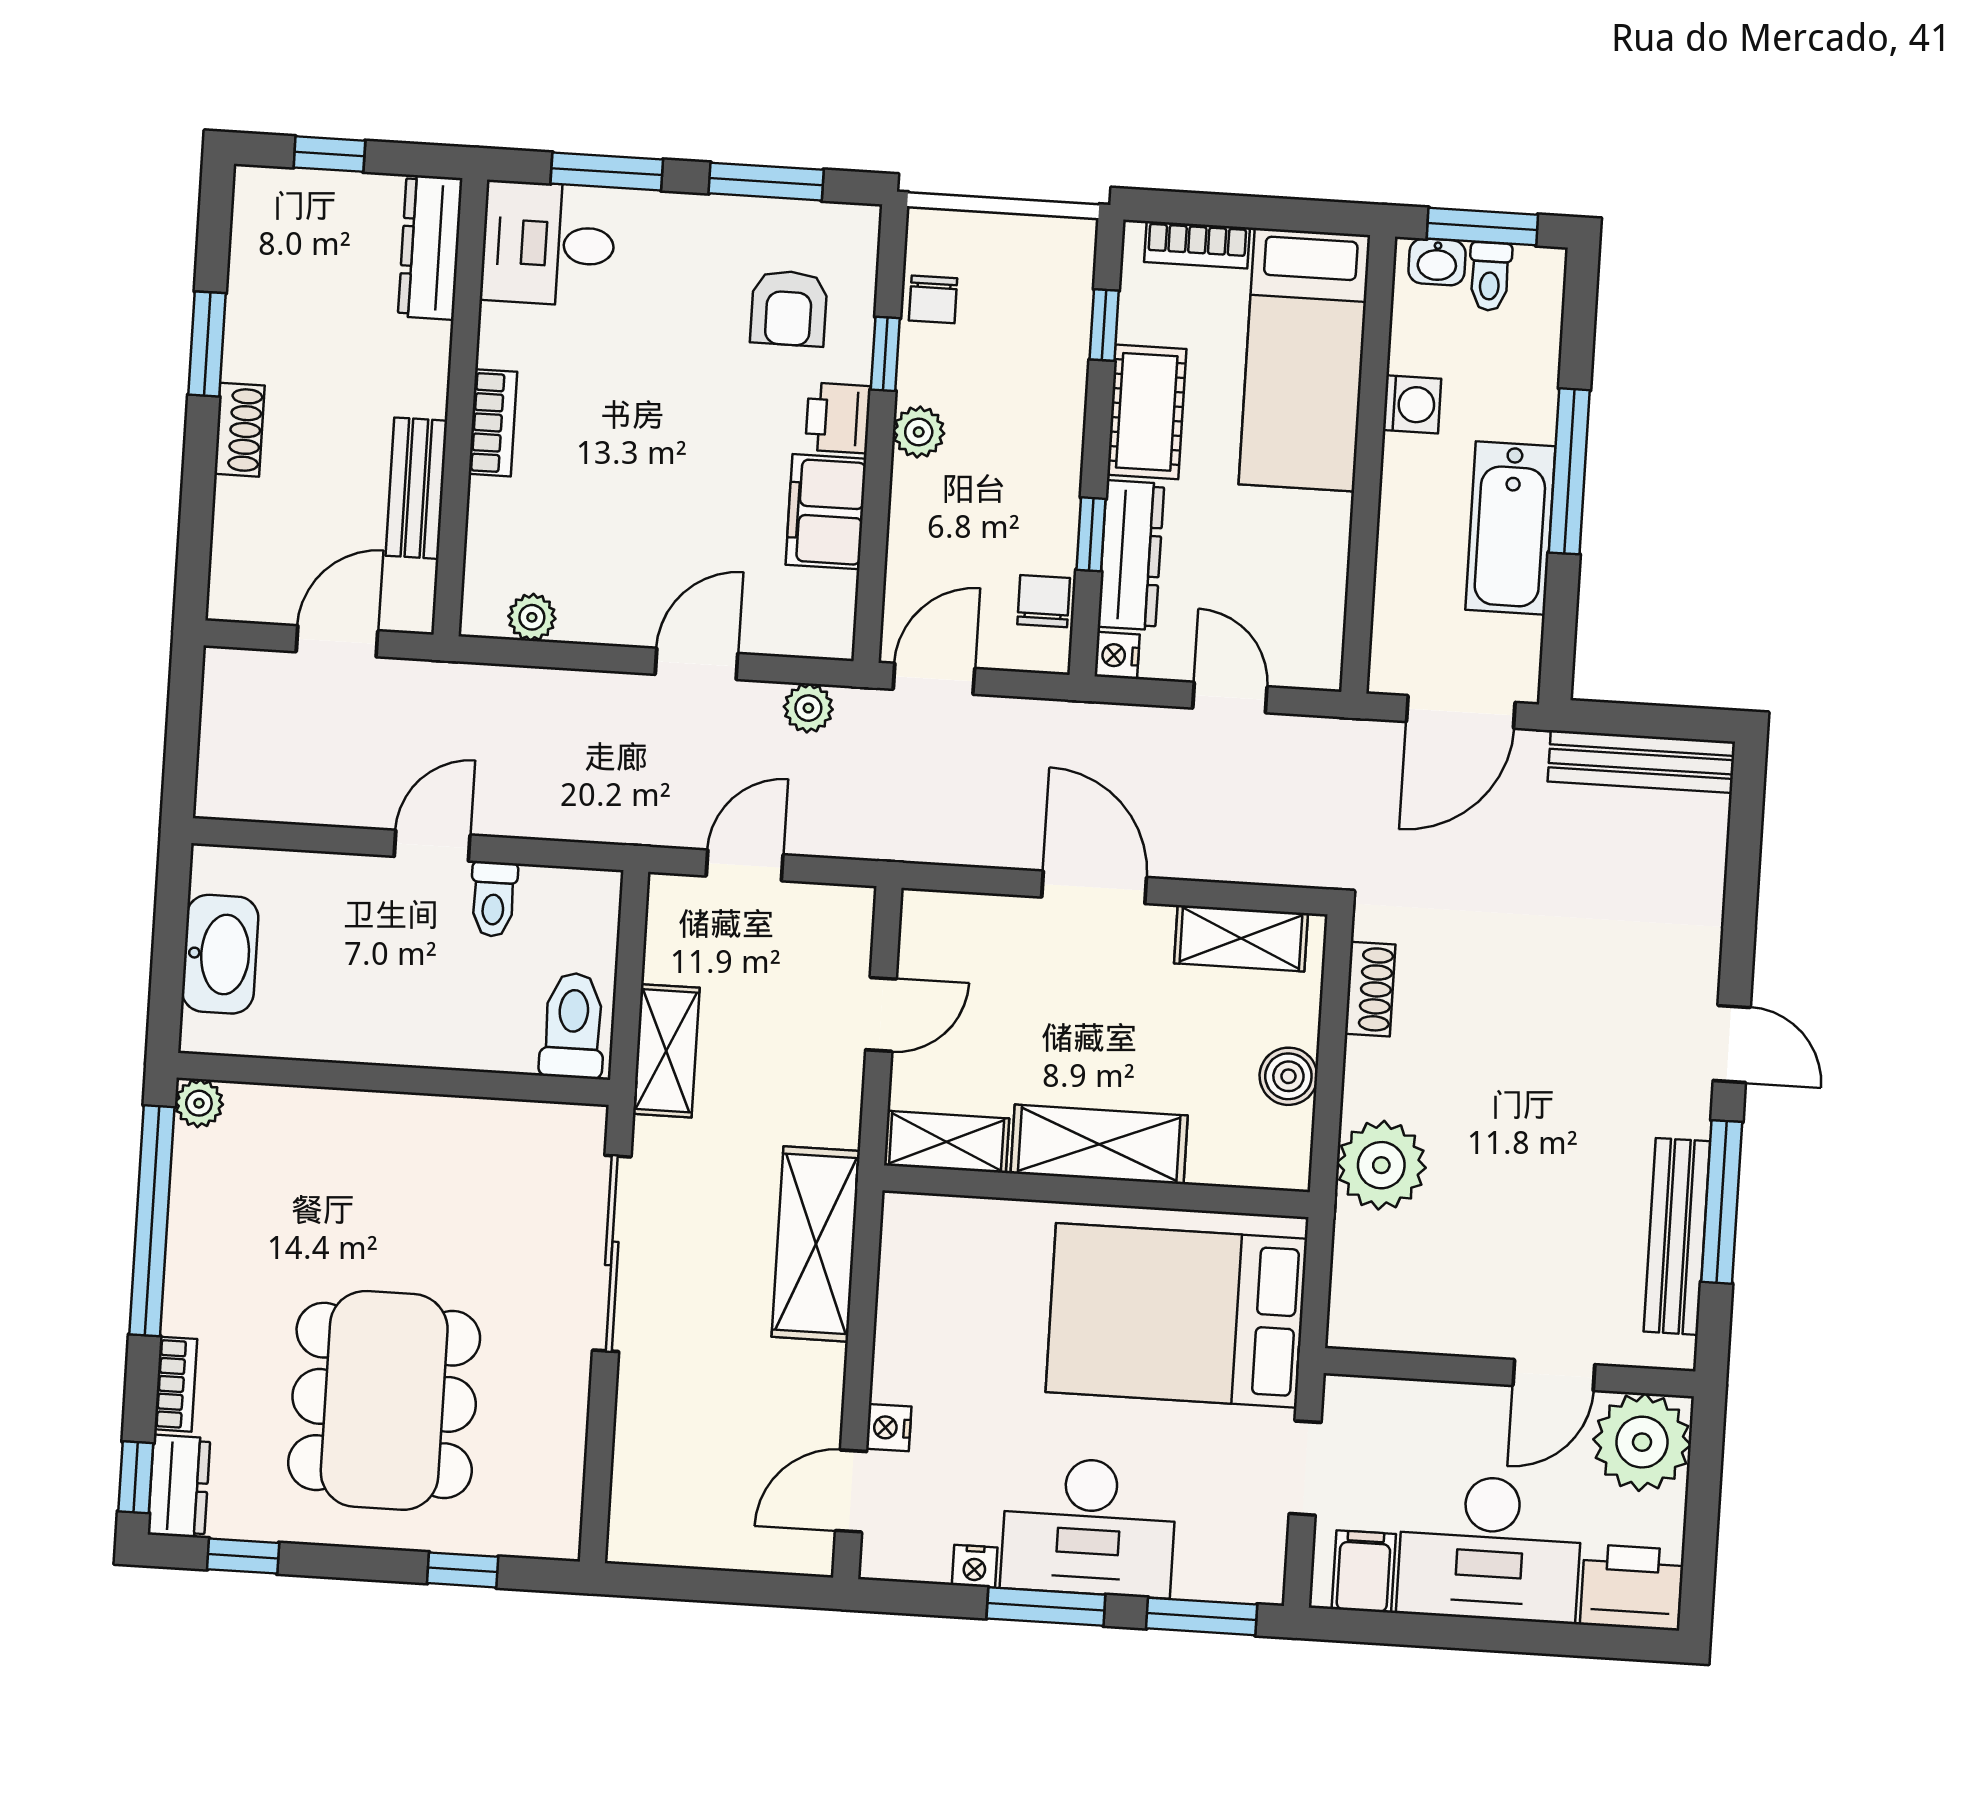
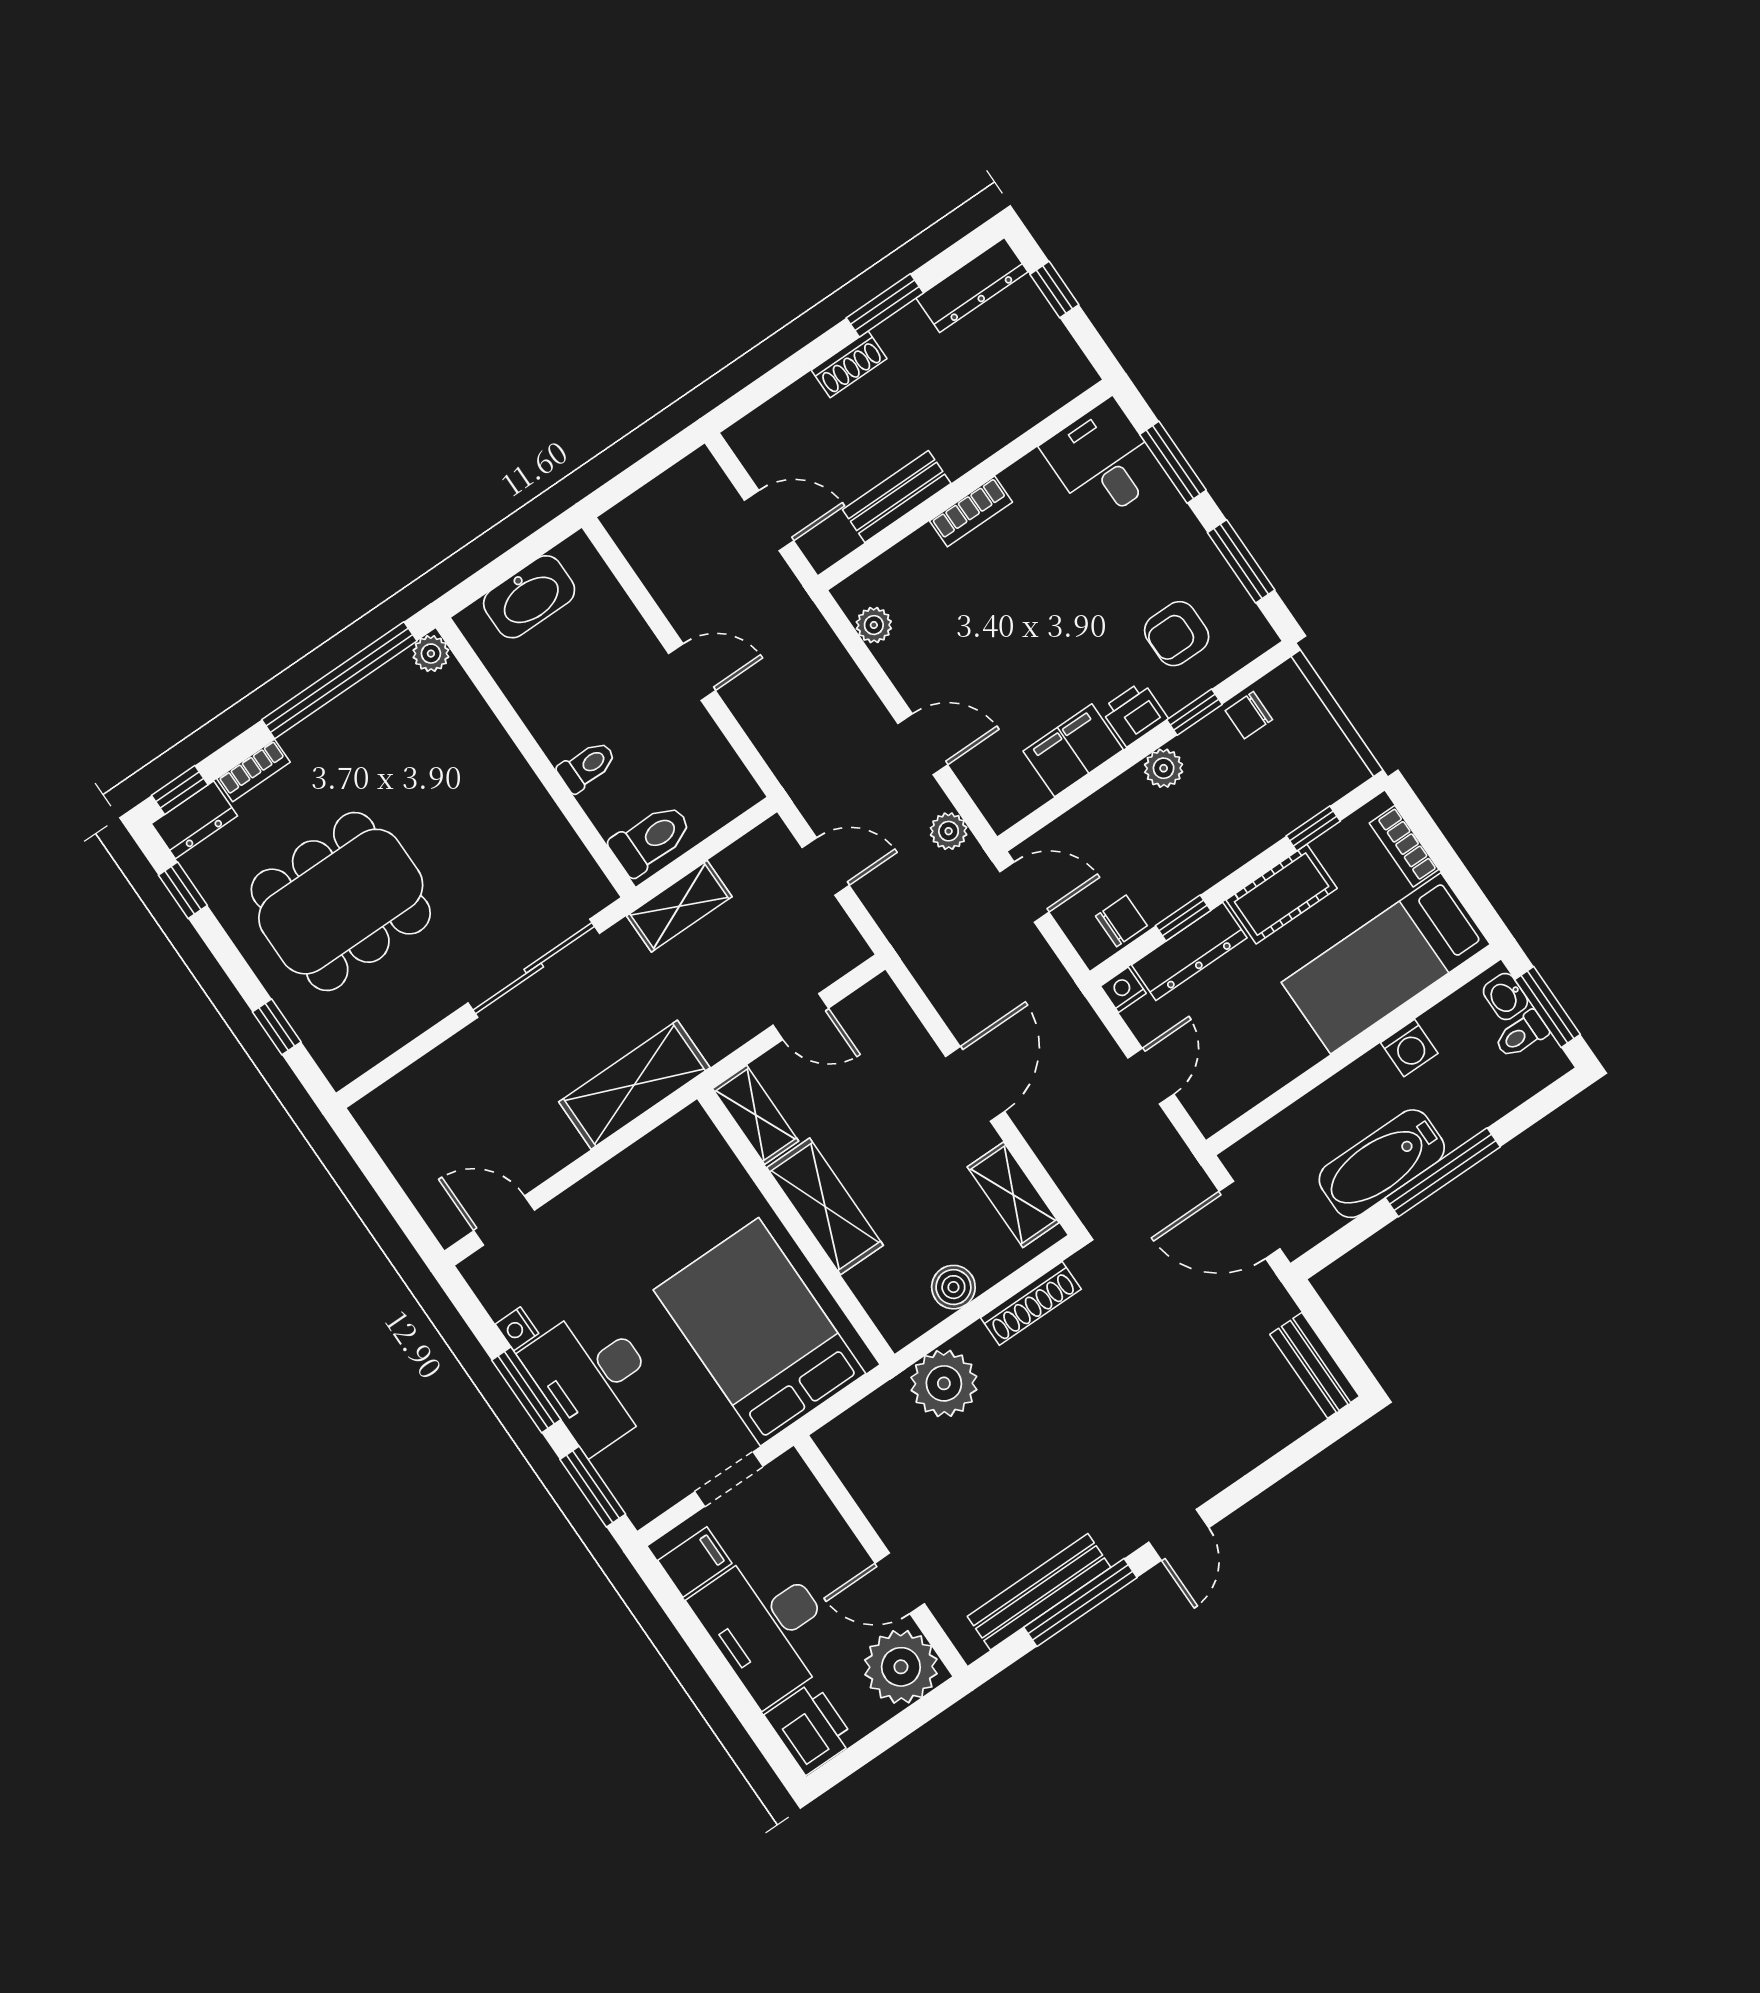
dresser: (430, 247) -> (972, 285), moved, turned 180
bench: (1641, 762) -> (1315, 1365), width x0.73
toilet: (493, 899) -> (587, 766), moved, turned 180
shoe rack: (1370, 989) -> (1031, 1303), width x1.43
nightstand: (889, 1428) -> (559, 1213), removed

